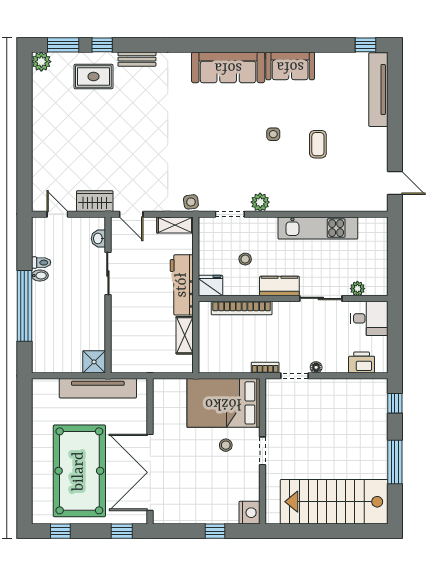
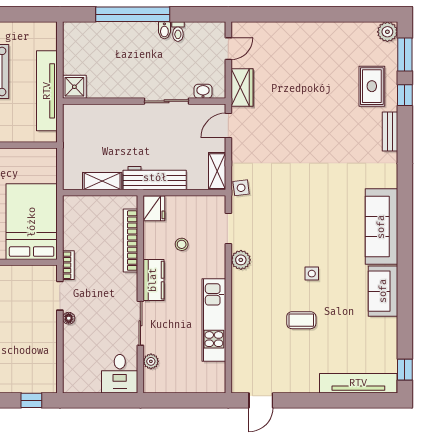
printer: (362, 362) -> (74, 366), removed

